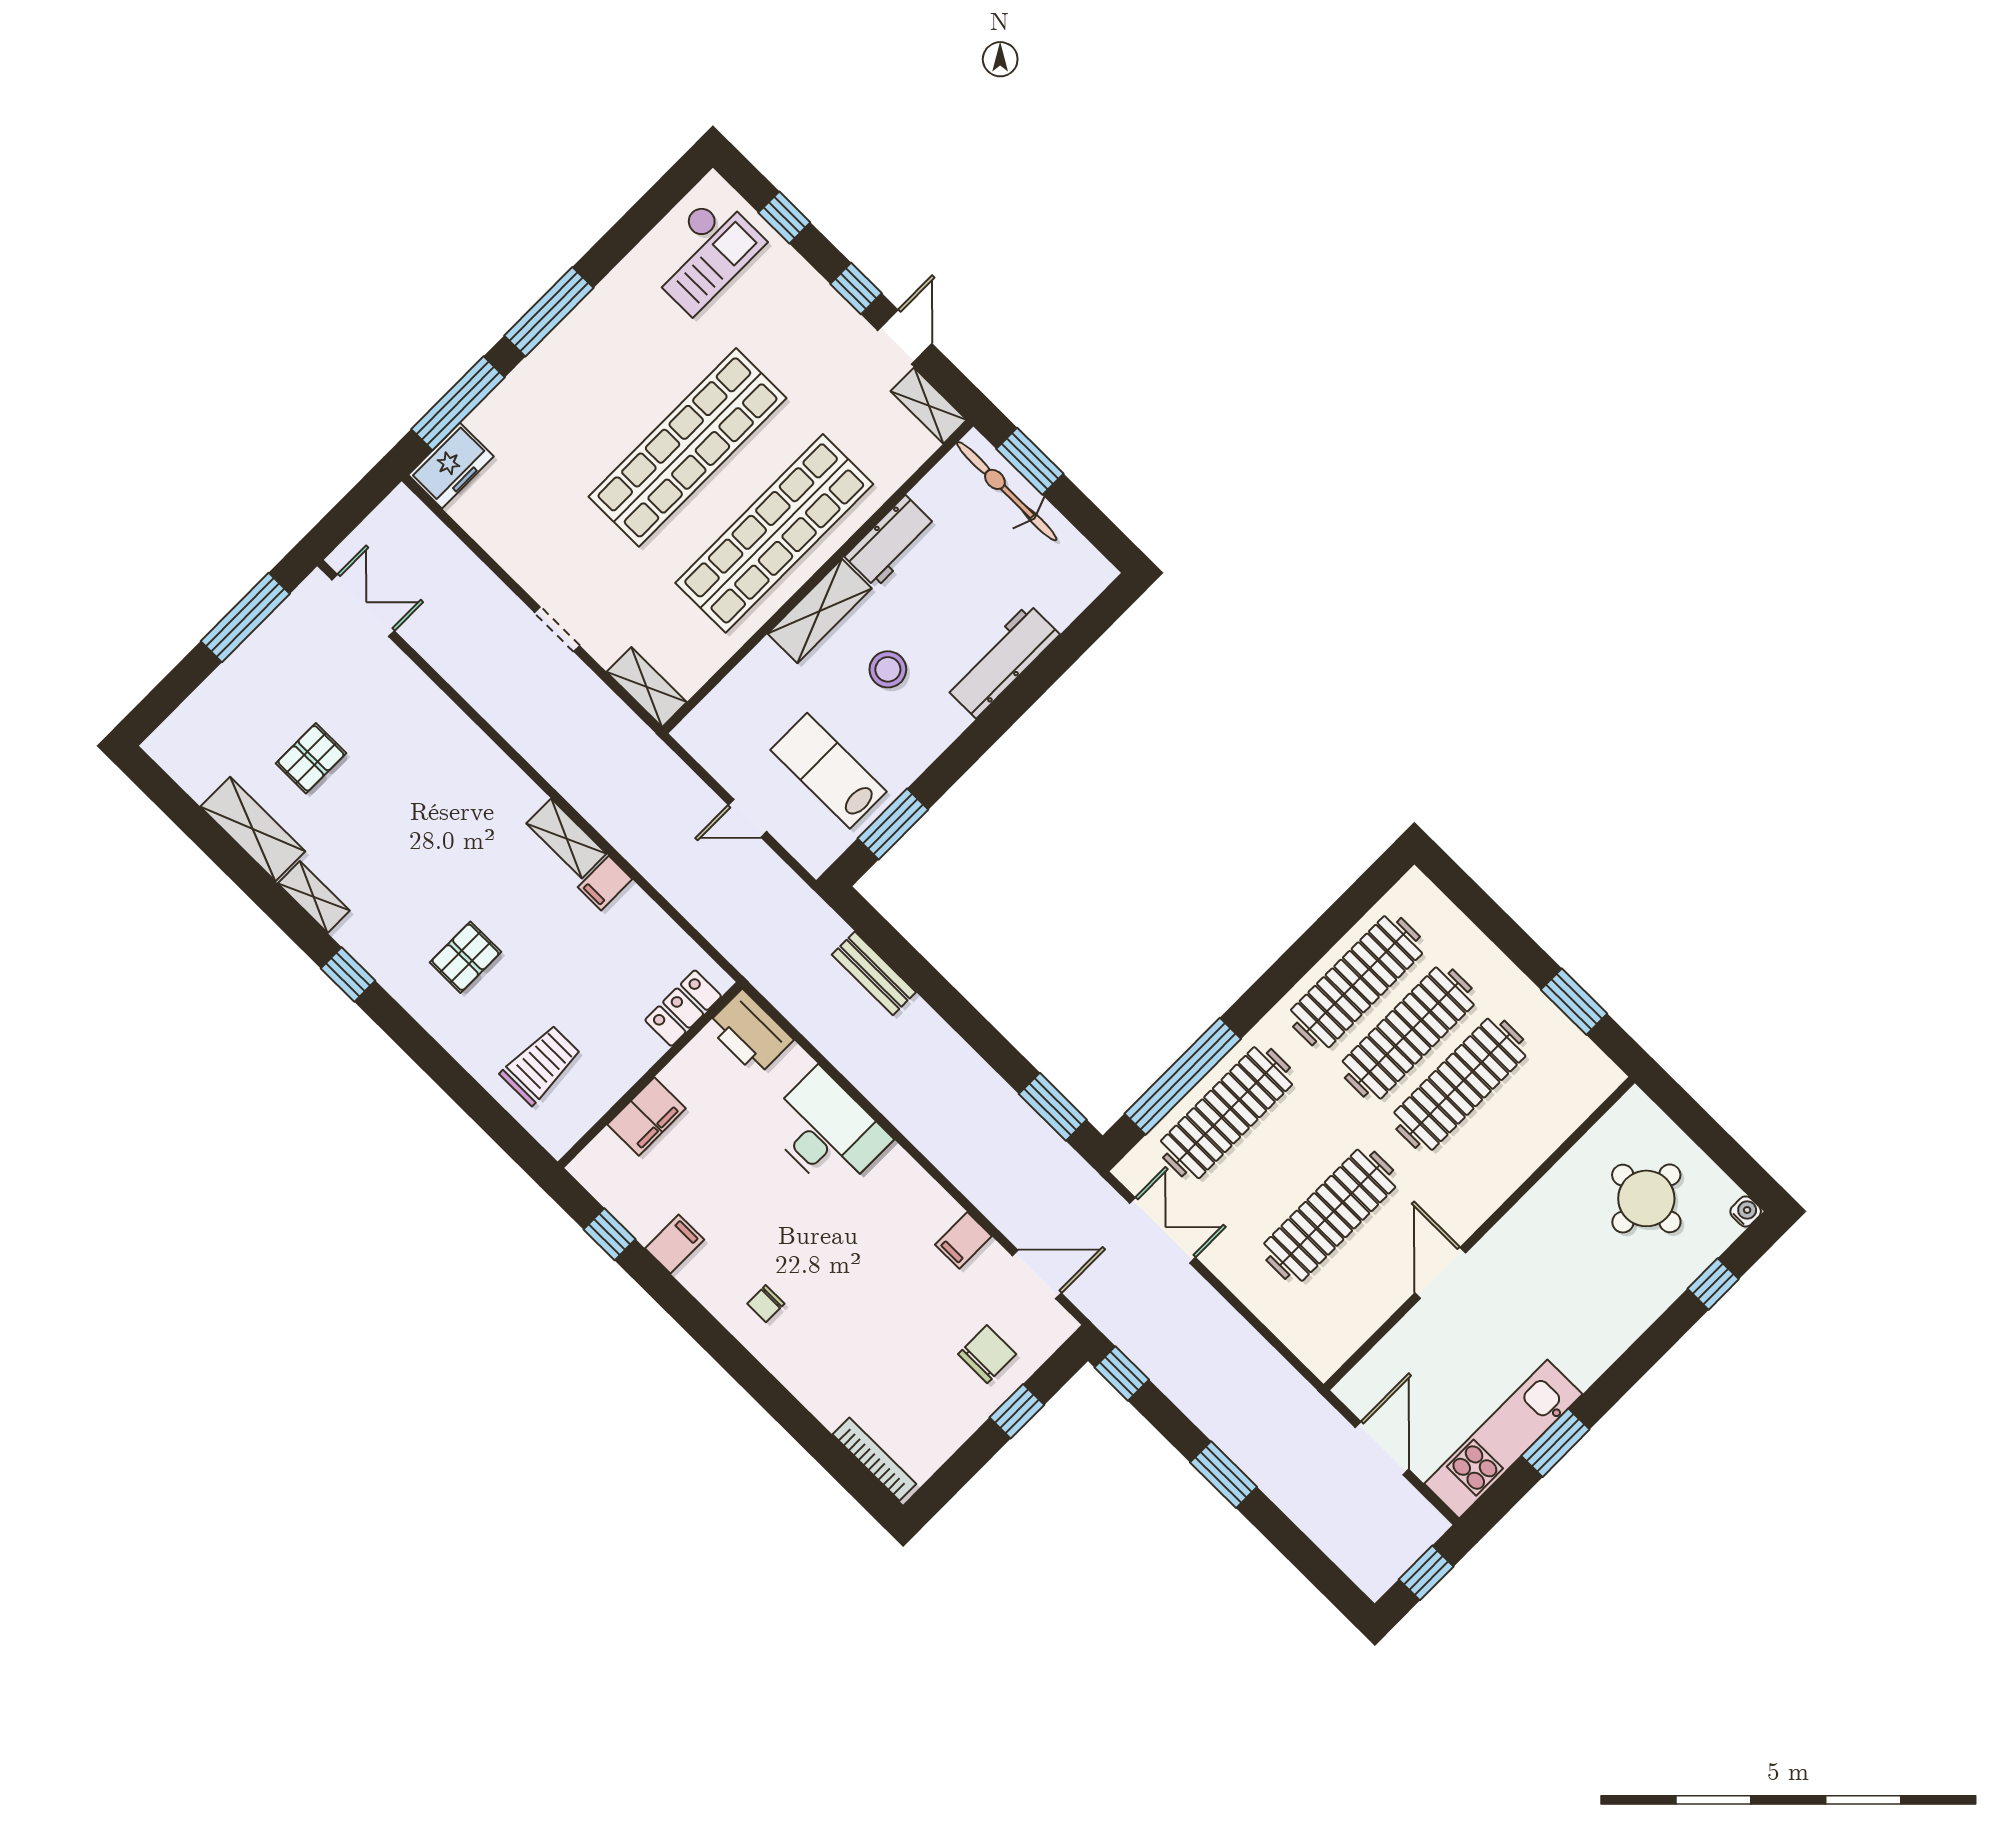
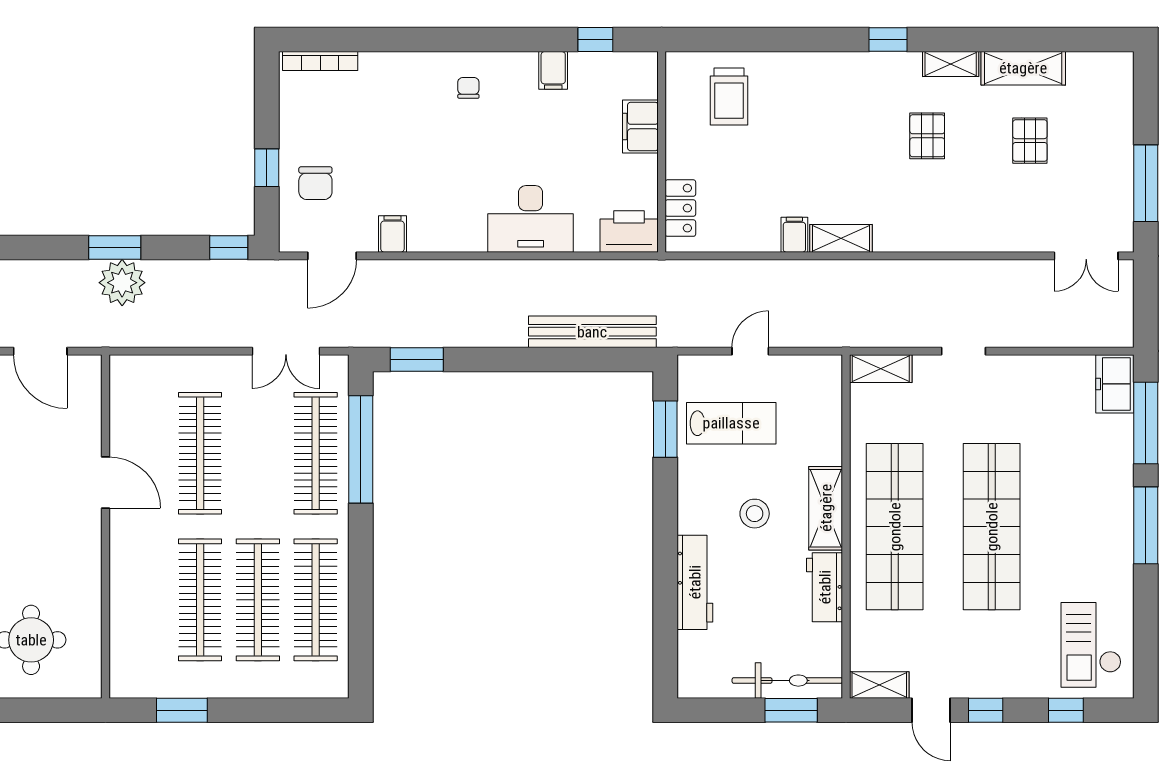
pallet: (465, 957) -> (927, 136), moved
bench: (874, 973) -> (592, 332), width x1.86, depth x1.21
plant: (1248, 1437) -> (122, 283), added

